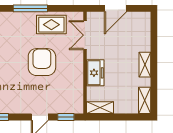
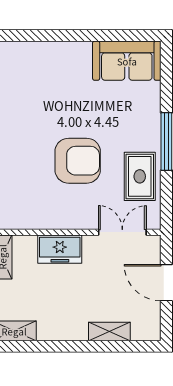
shelving: (145, 65) -> (109, 331), moved

